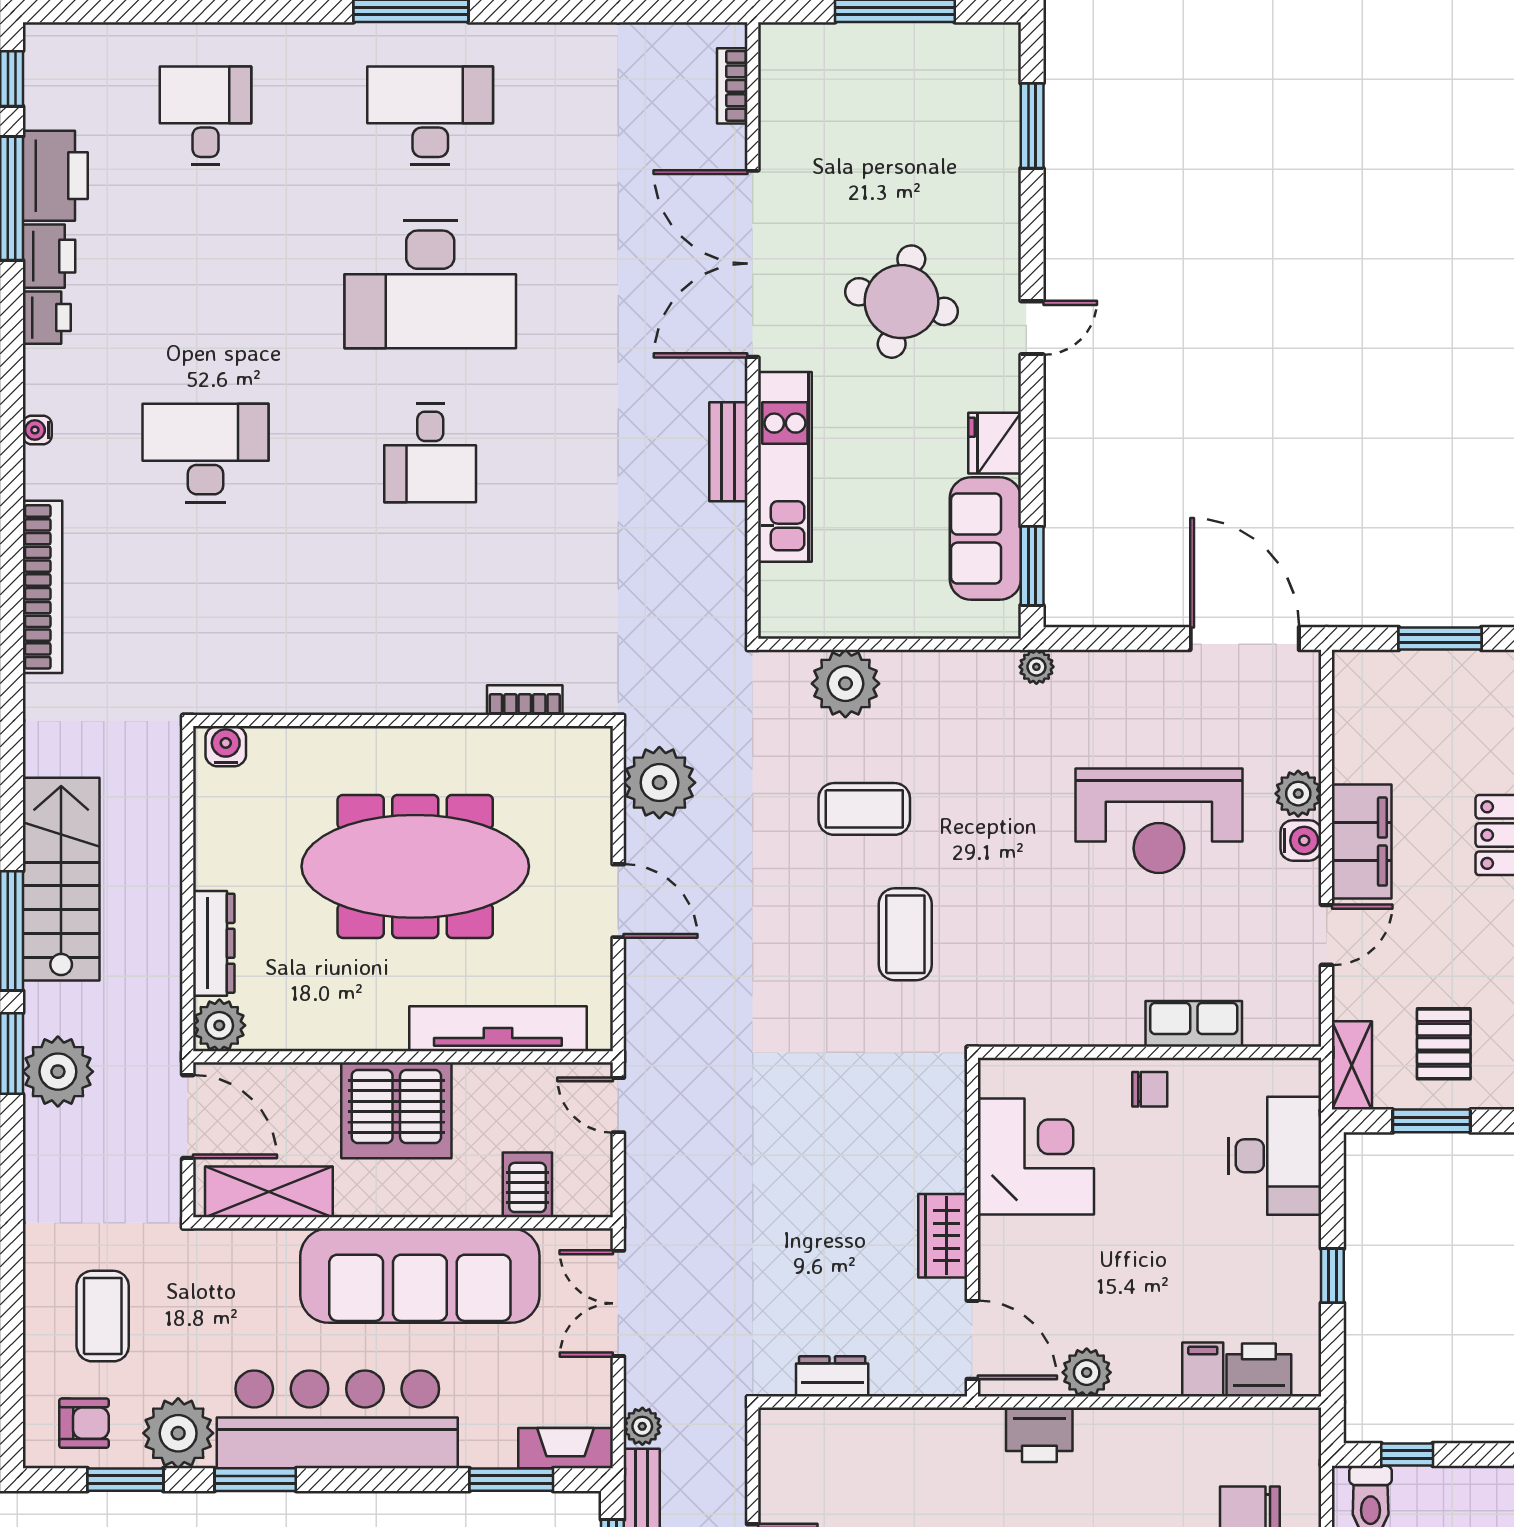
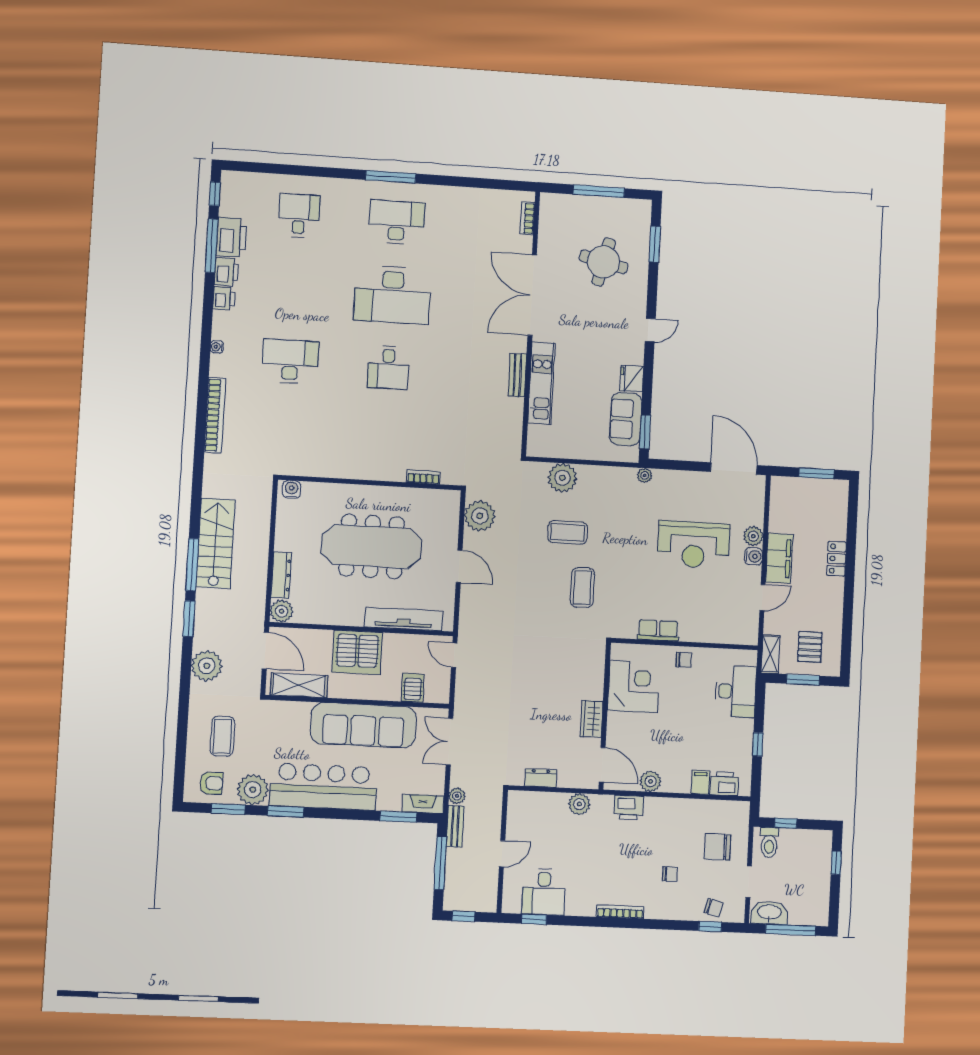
round table: (902, 302) -> (603, 262), moved
row of seats: (1194, 1024) -> (658, 630), moved
plant: (58, 1072) -> (207, 666), moved
plant: (924, 1432) -> (579, 804), added

